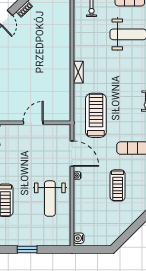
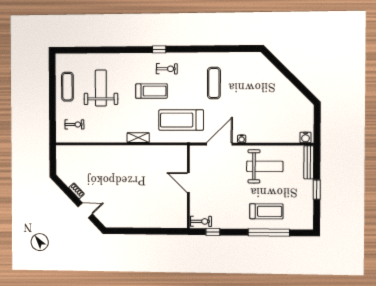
treadmill: (118, 185) -> (151, 91), moved
bench: (54, 241) -> (309, 162), added

